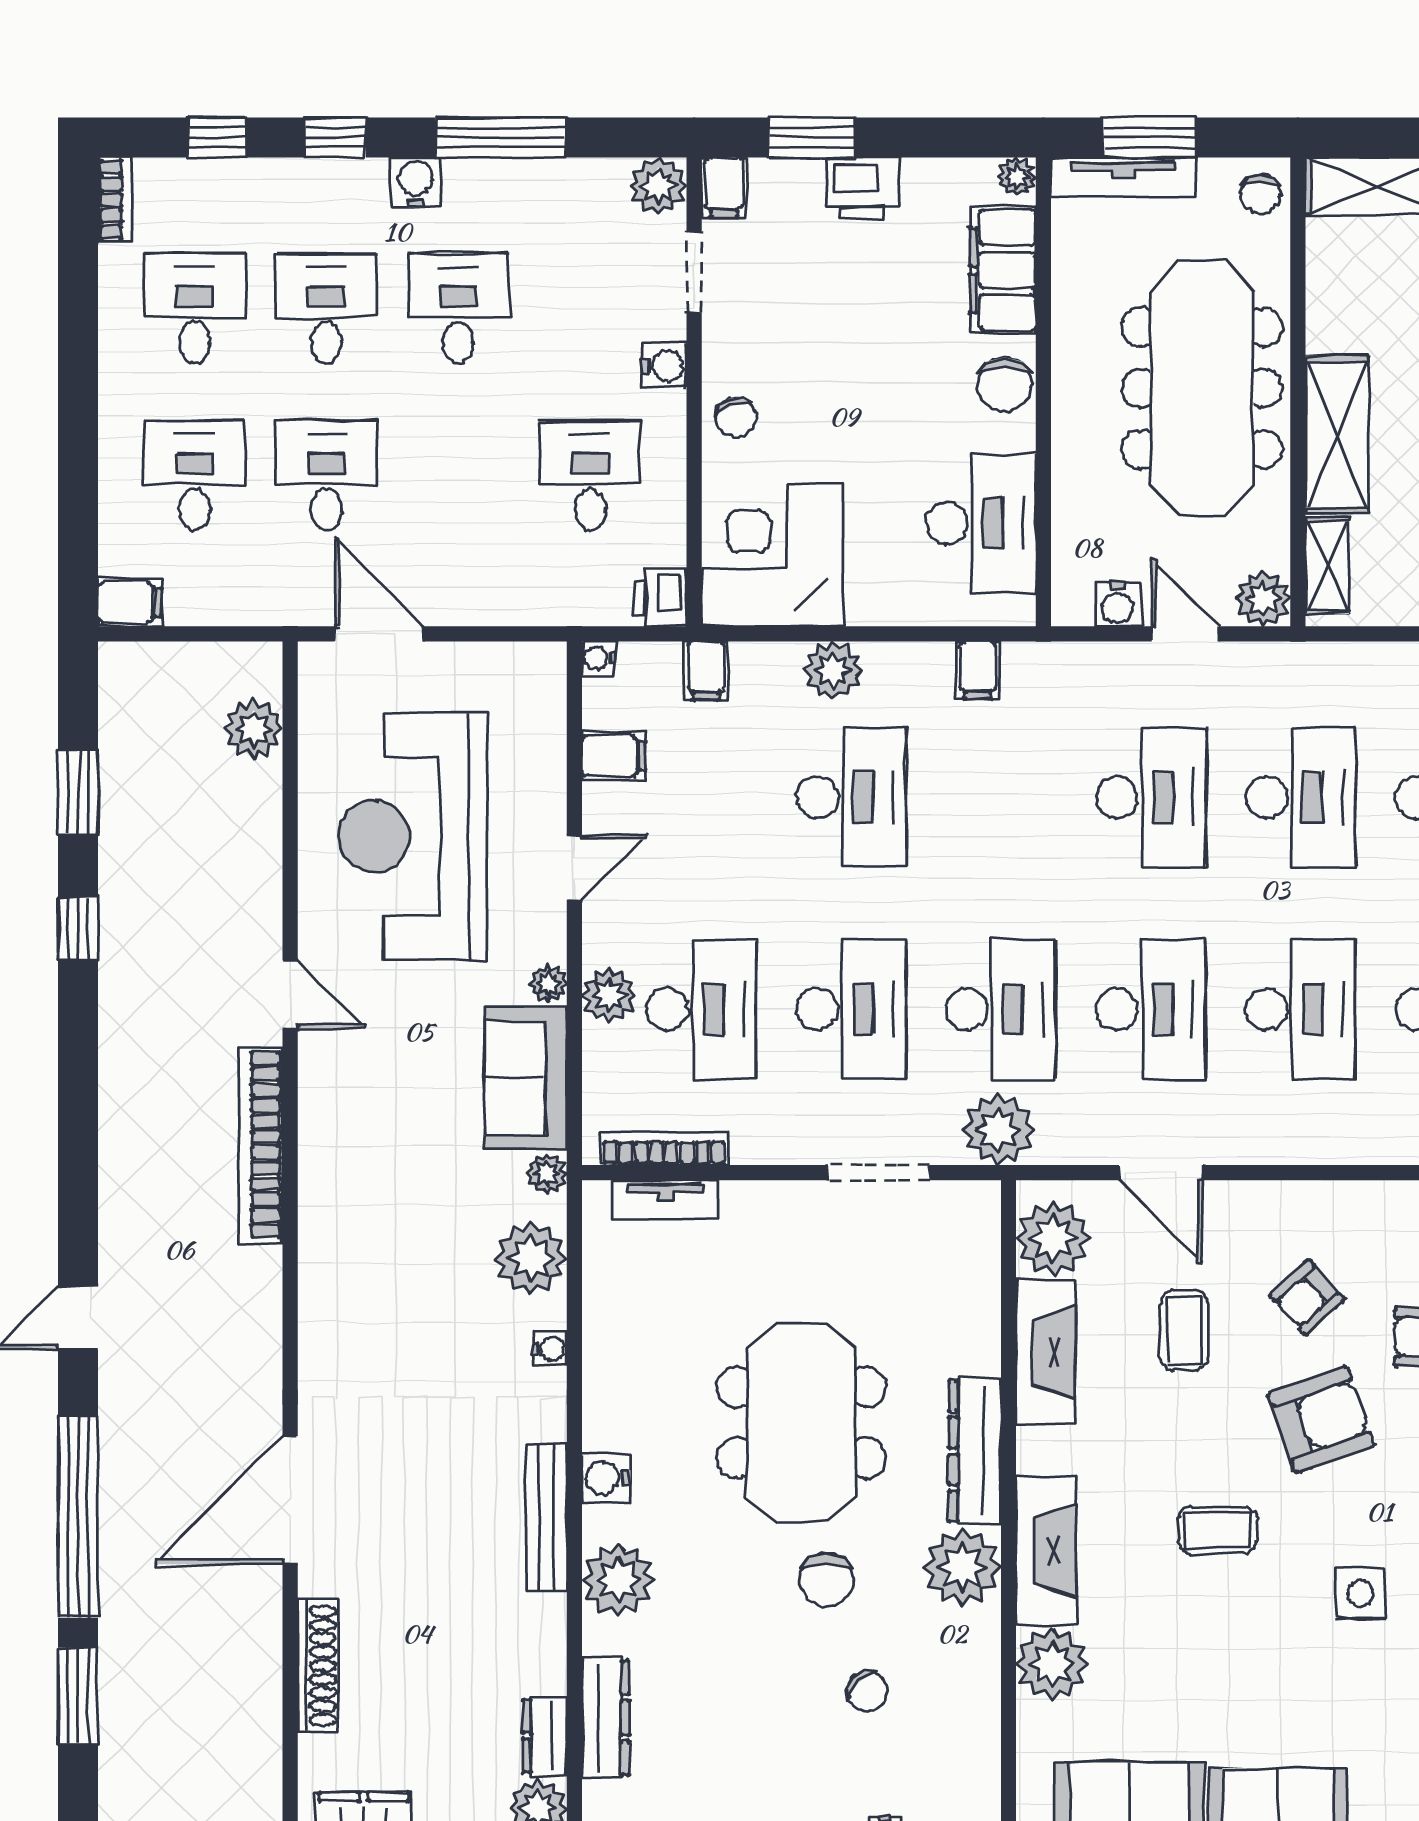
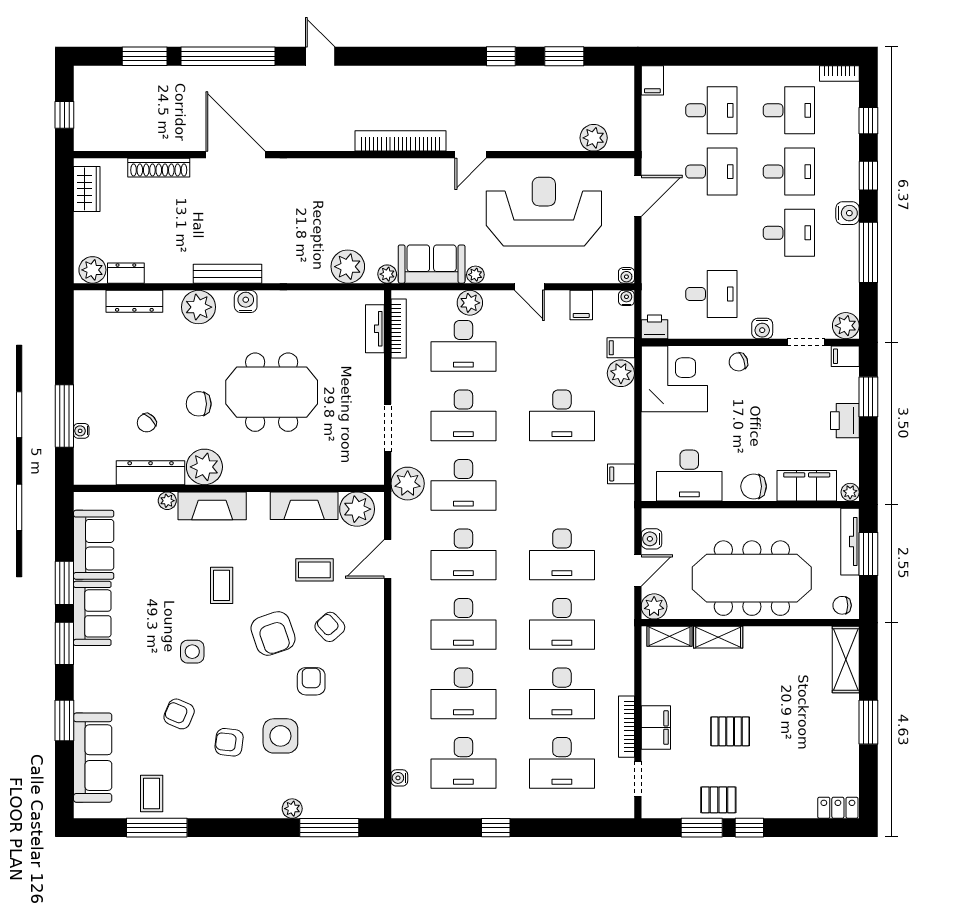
shelving: (1337, 435) -> (718, 637), width x0.67, depth x0.75
plant: (833, 670) -> (621, 373), moved
water cooler: (550, 1349) -> (626, 275), moved
dresser: (975, 1451) -> (151, 473), moved
plant: (1052, 1664) -> (167, 501), width x0.53, depth x0.53

